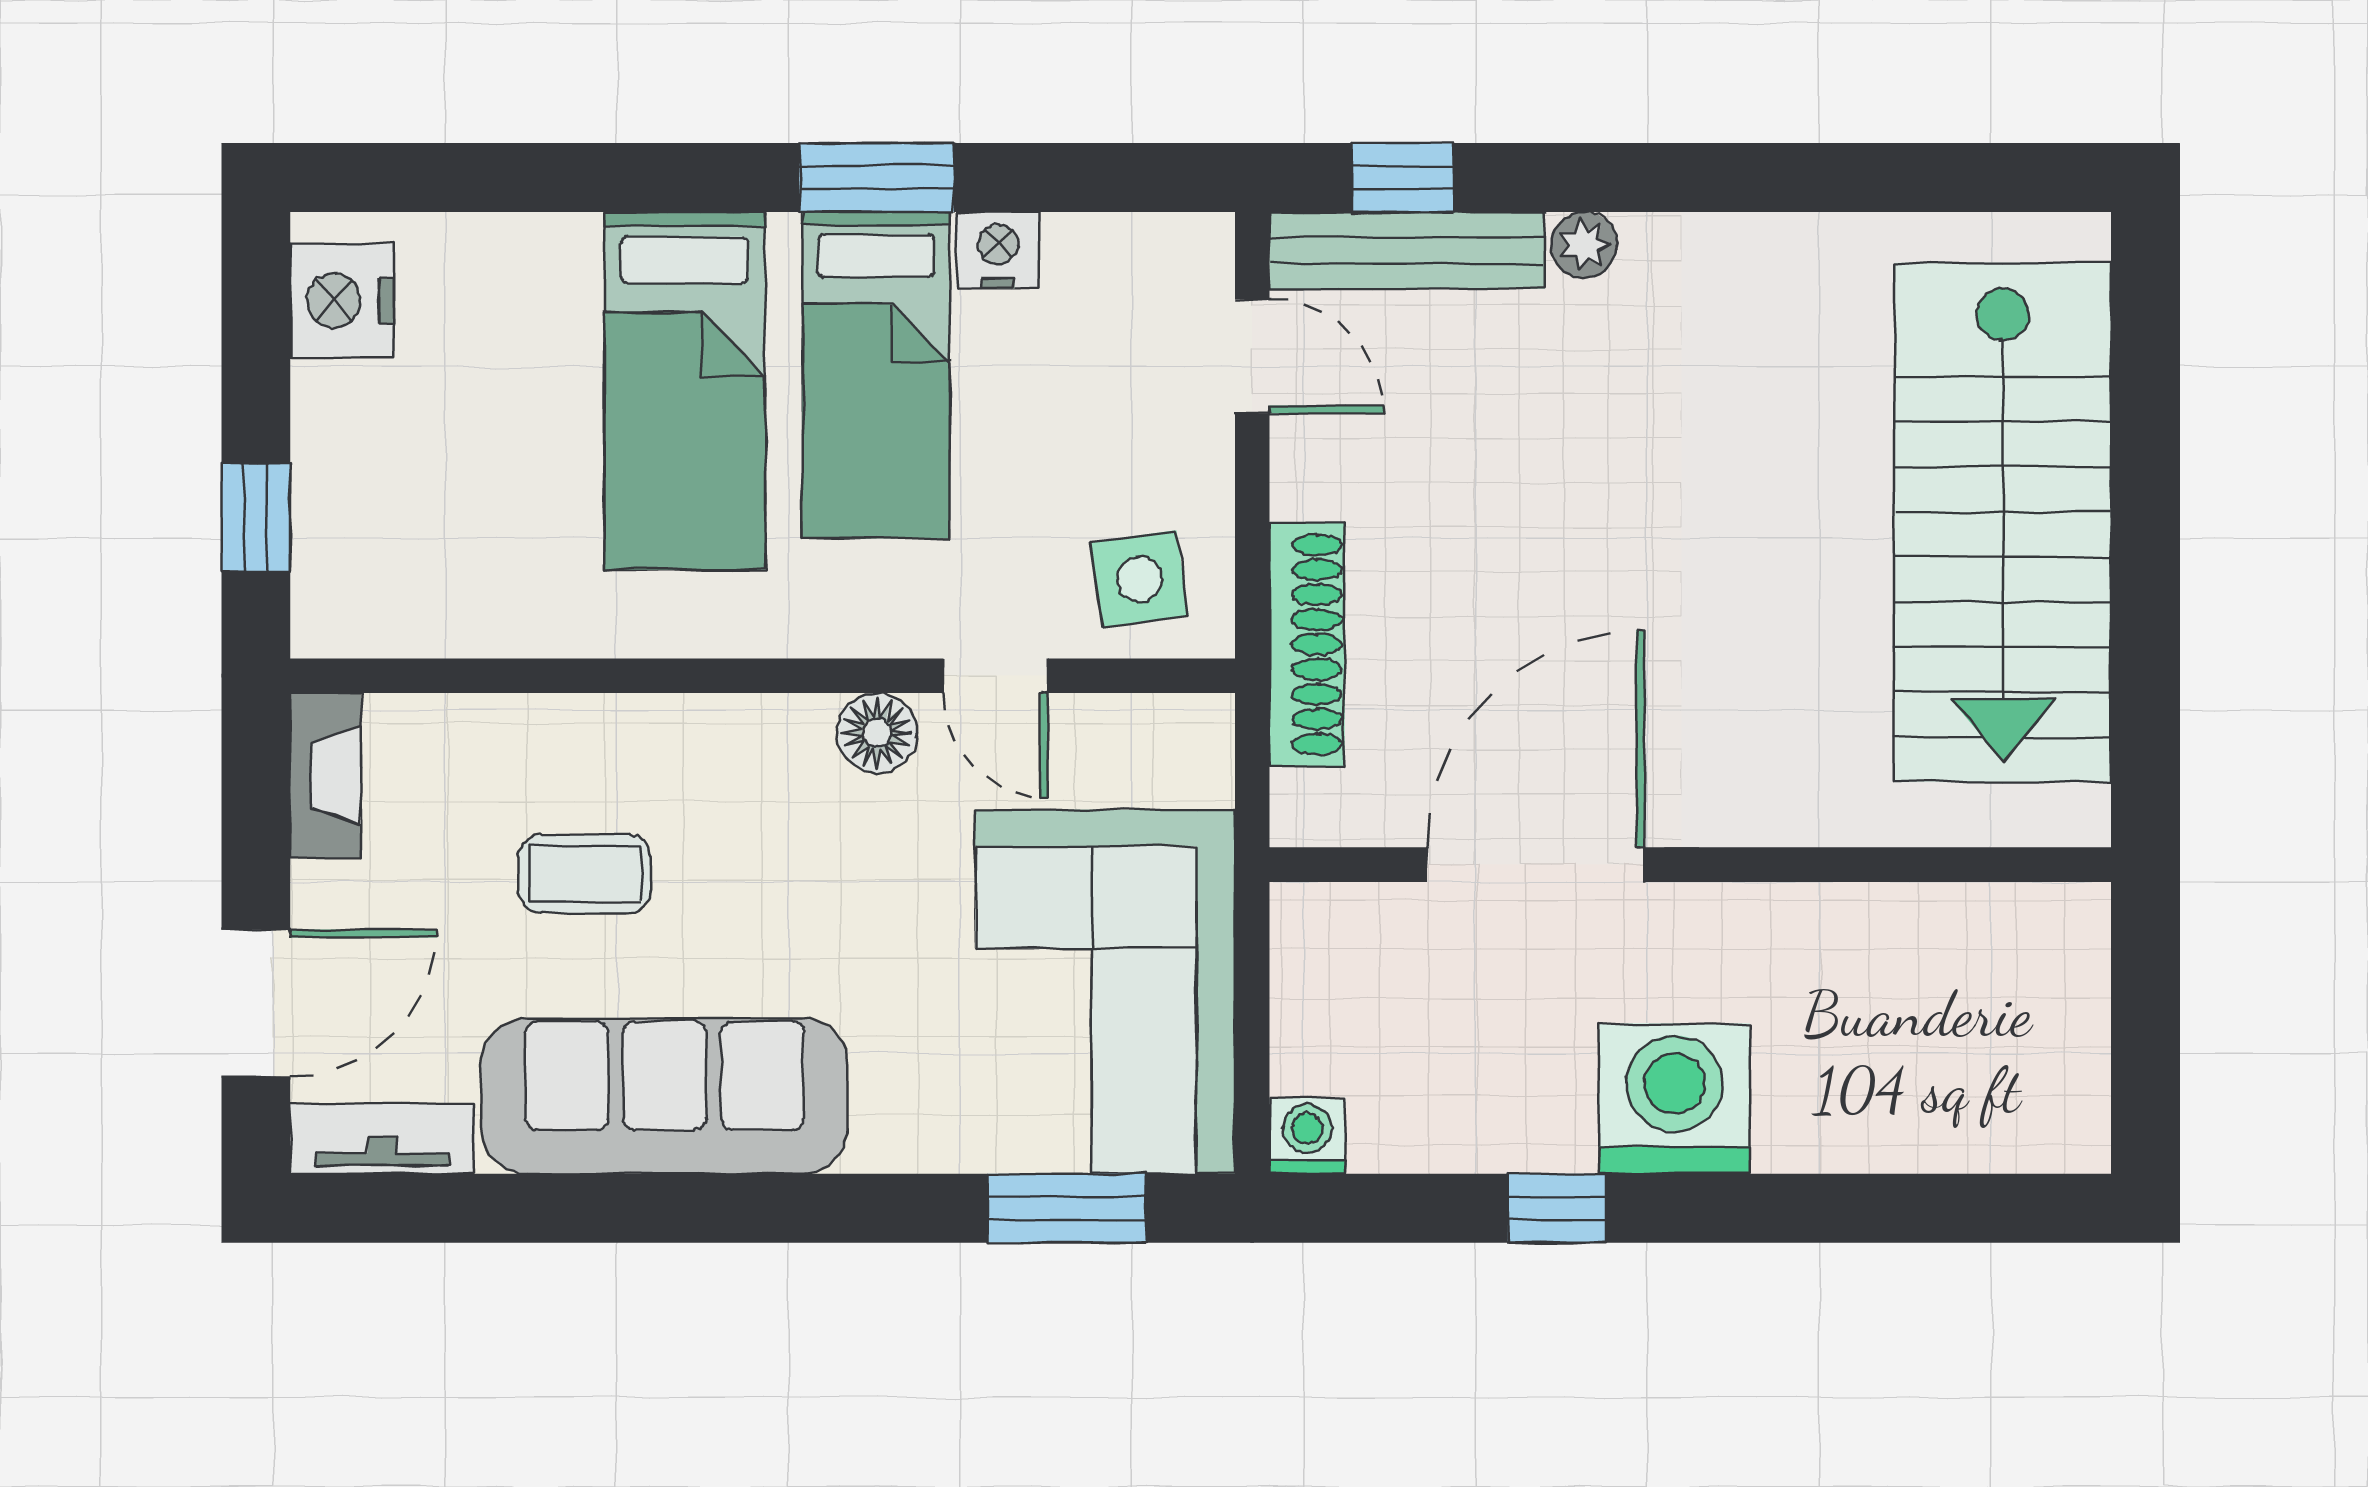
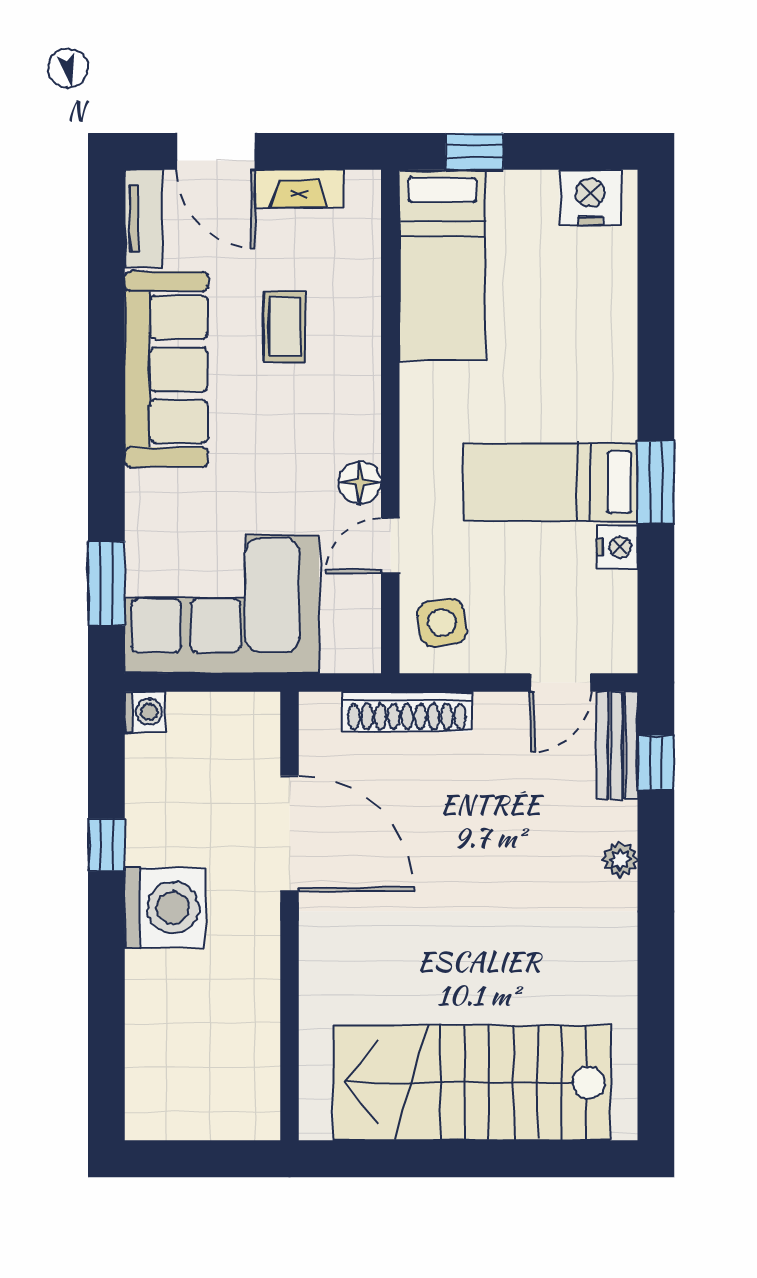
bench: (1407, 250) -> (617, 745), width x0.73
bed: (685, 391) -> (442, 265), moved, turned -90
fireplace: (326, 775) -> (299, 189), moved

